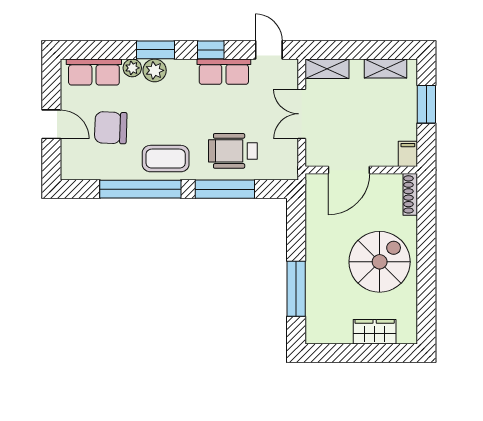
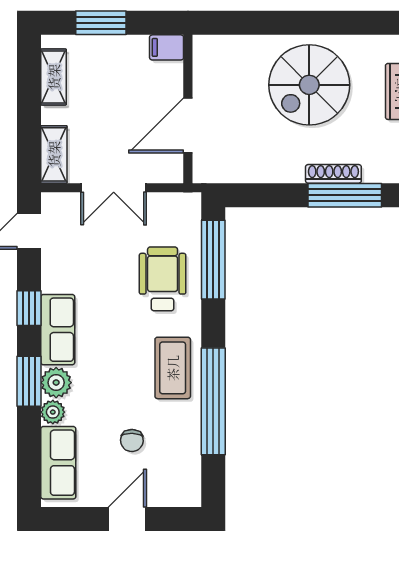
row of seats: (224, 72) -> (58, 330), moved
chair: (111, 128) -> (132, 441), width x0.54, depth x0.54
wheelchair: (233, 151) -> (163, 279), turned 180
door: (349, 170) -> (188, 125), swing flipped
window: (225, 189) -> (213, 260), moved
shoe rack: (410, 194) -> (333, 174), moved, turned 180
spiral stairs: (380, 262) -> (309, 85), turned -90

